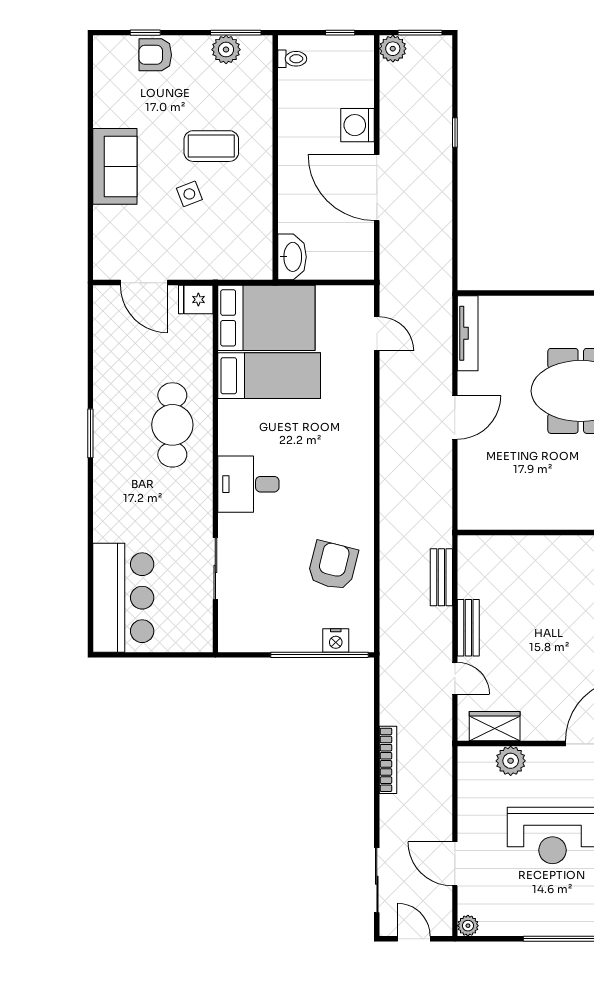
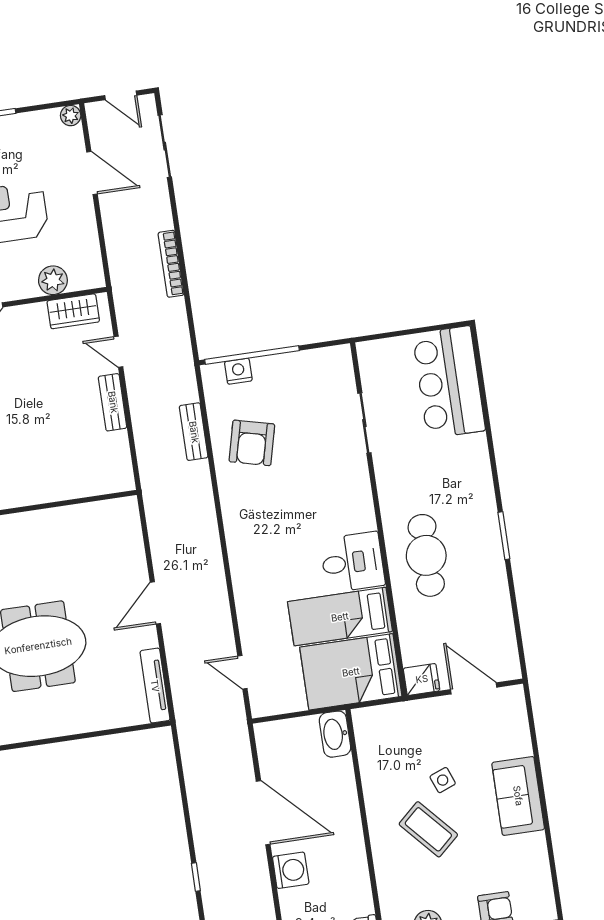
coffee table: (211, 146) -> (428, 829), turned 48
desk: (248, 484) -> (352, 562), moved
bench: (441, 577) -> (194, 432), moved

